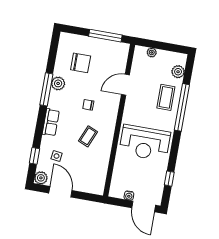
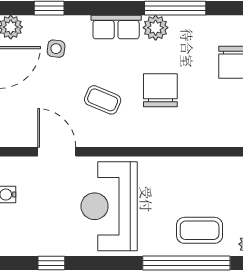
plant: (58, 83) -> (156, 28), moved
door: (125, 85) -> (57, 152), moved
chair: (88, 105) -> (160, 90), width x1.87, depth x1.87

